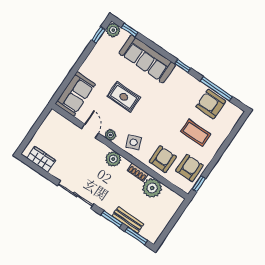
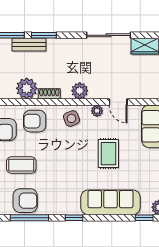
rug: (124, 97) -> (108, 154), turned 90
armchair: (163, 159) -> (35, 121), turned 90
sliding door: (76, 195) -> (109, 35), moved

